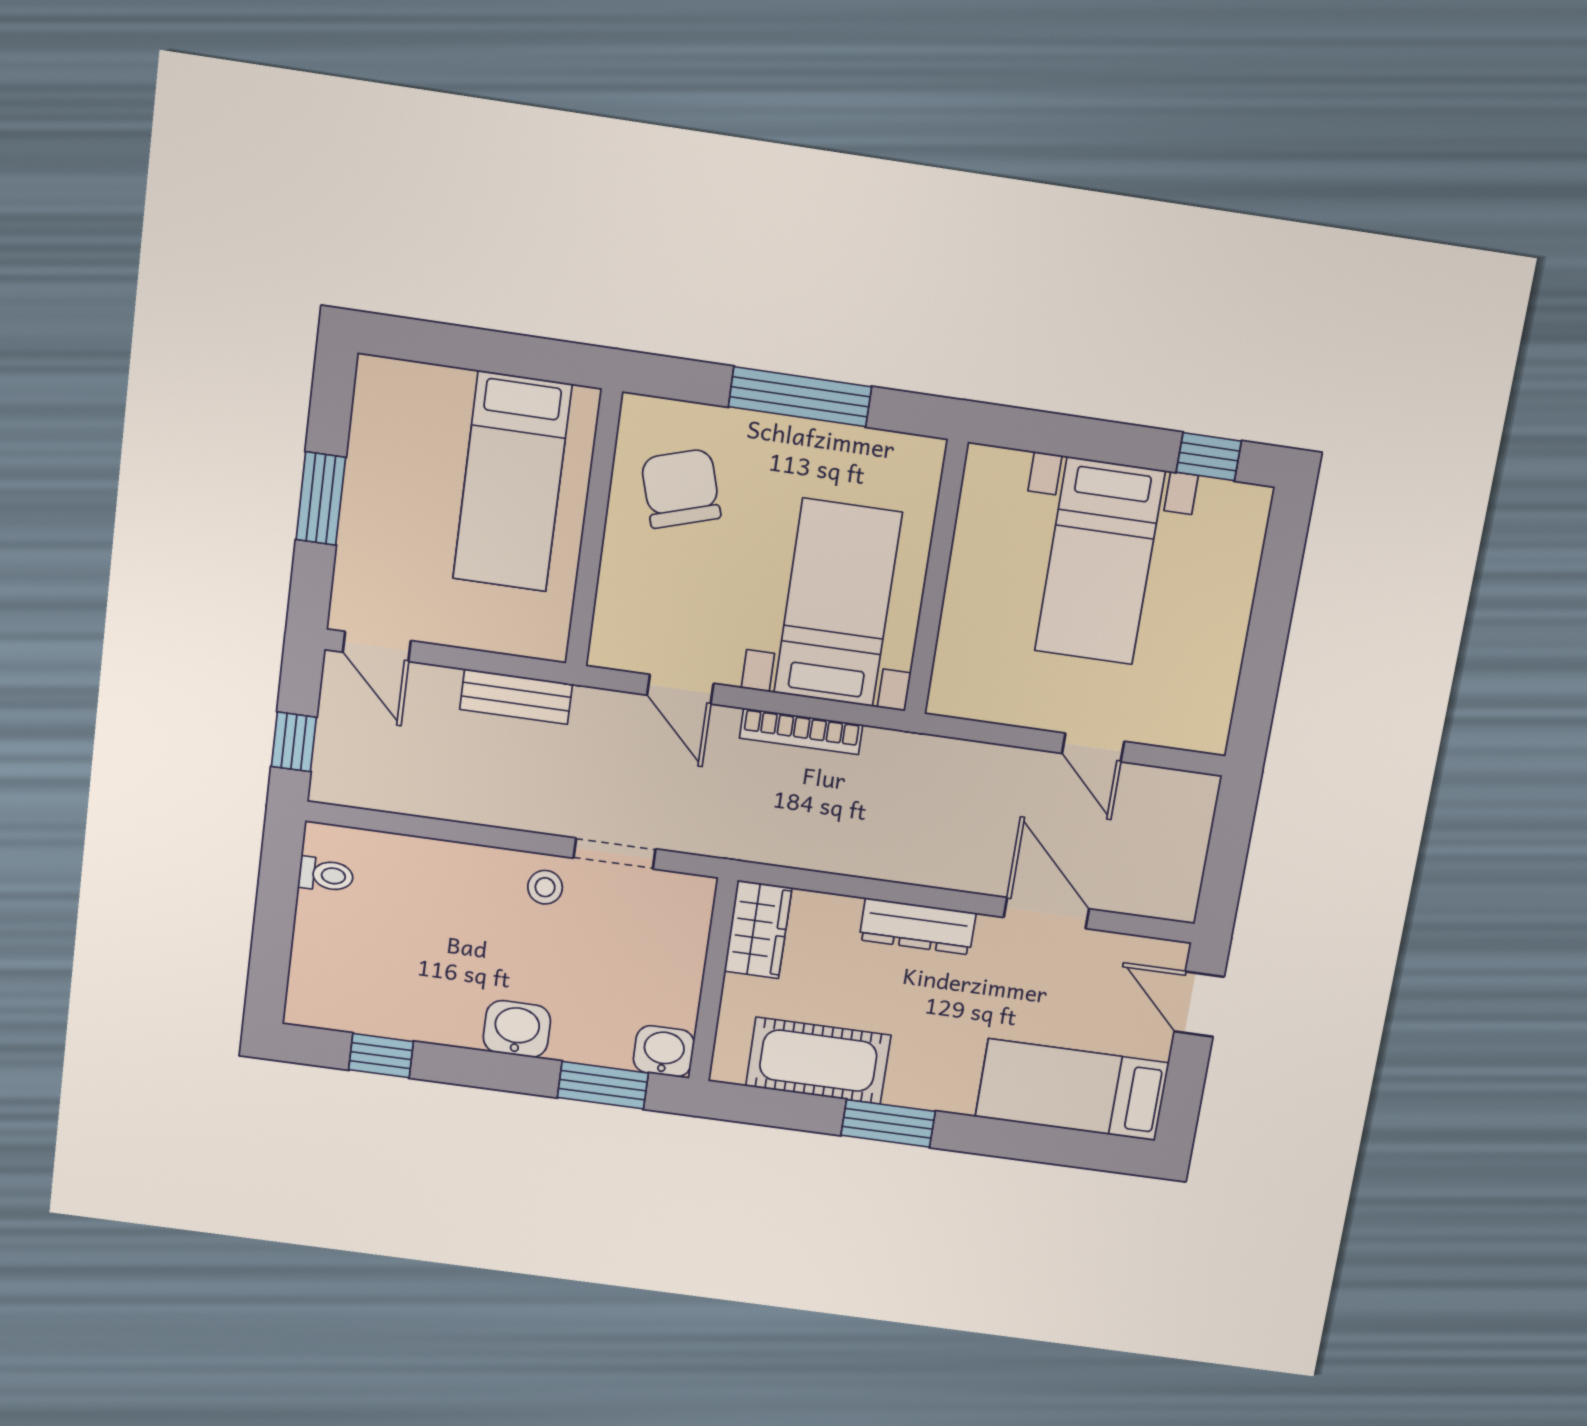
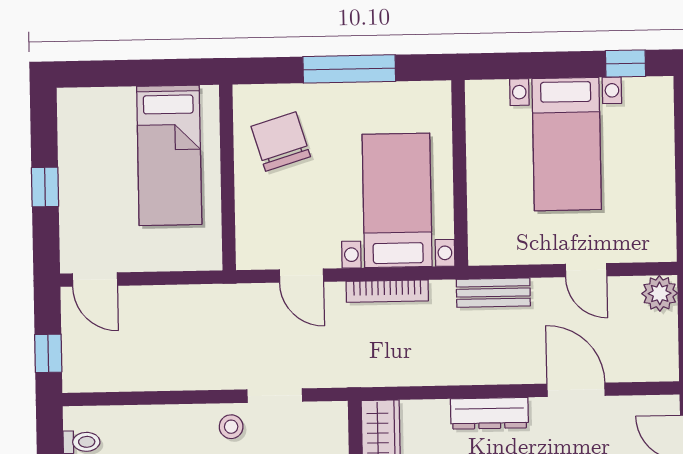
window: (321, 499) -> (45, 187), width x0.67
bench: (516, 697) -> (493, 293), moved
plant: (1192, 797) -> (660, 293), added

